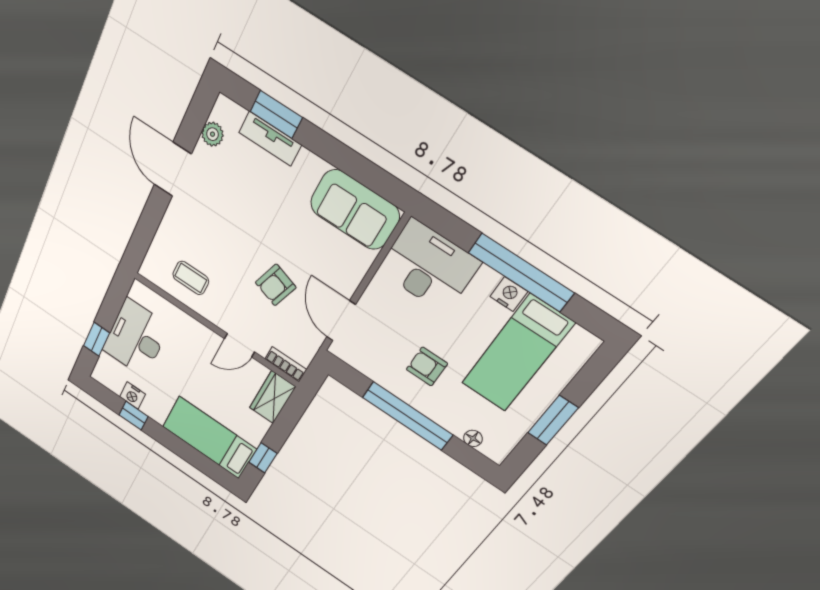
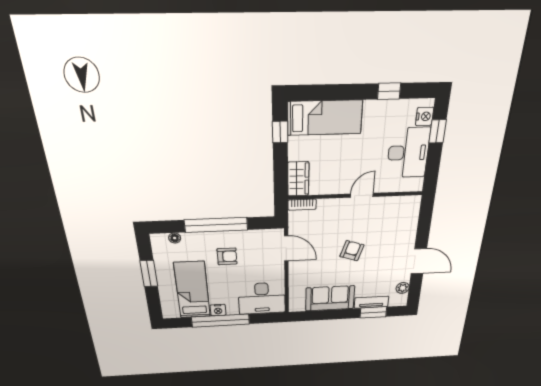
sofa: (355, 210) -> (330, 298), moved
coffee table: (191, 278) -> (385, 214), removed
armchair: (276, 285) -> (352, 251), moved
door: (239, 345) -> (362, 195), moved
nightstand: (133, 396) -> (425, 116), moved, turned 90

